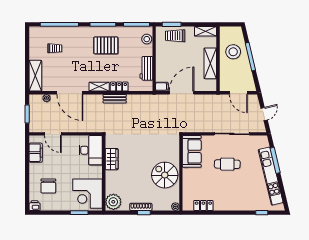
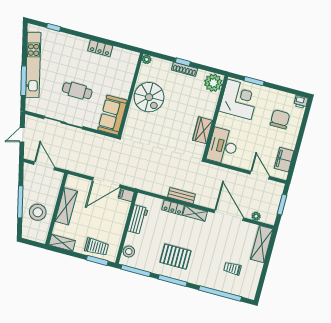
locker: (203, 205) -> (100, 48), moved

